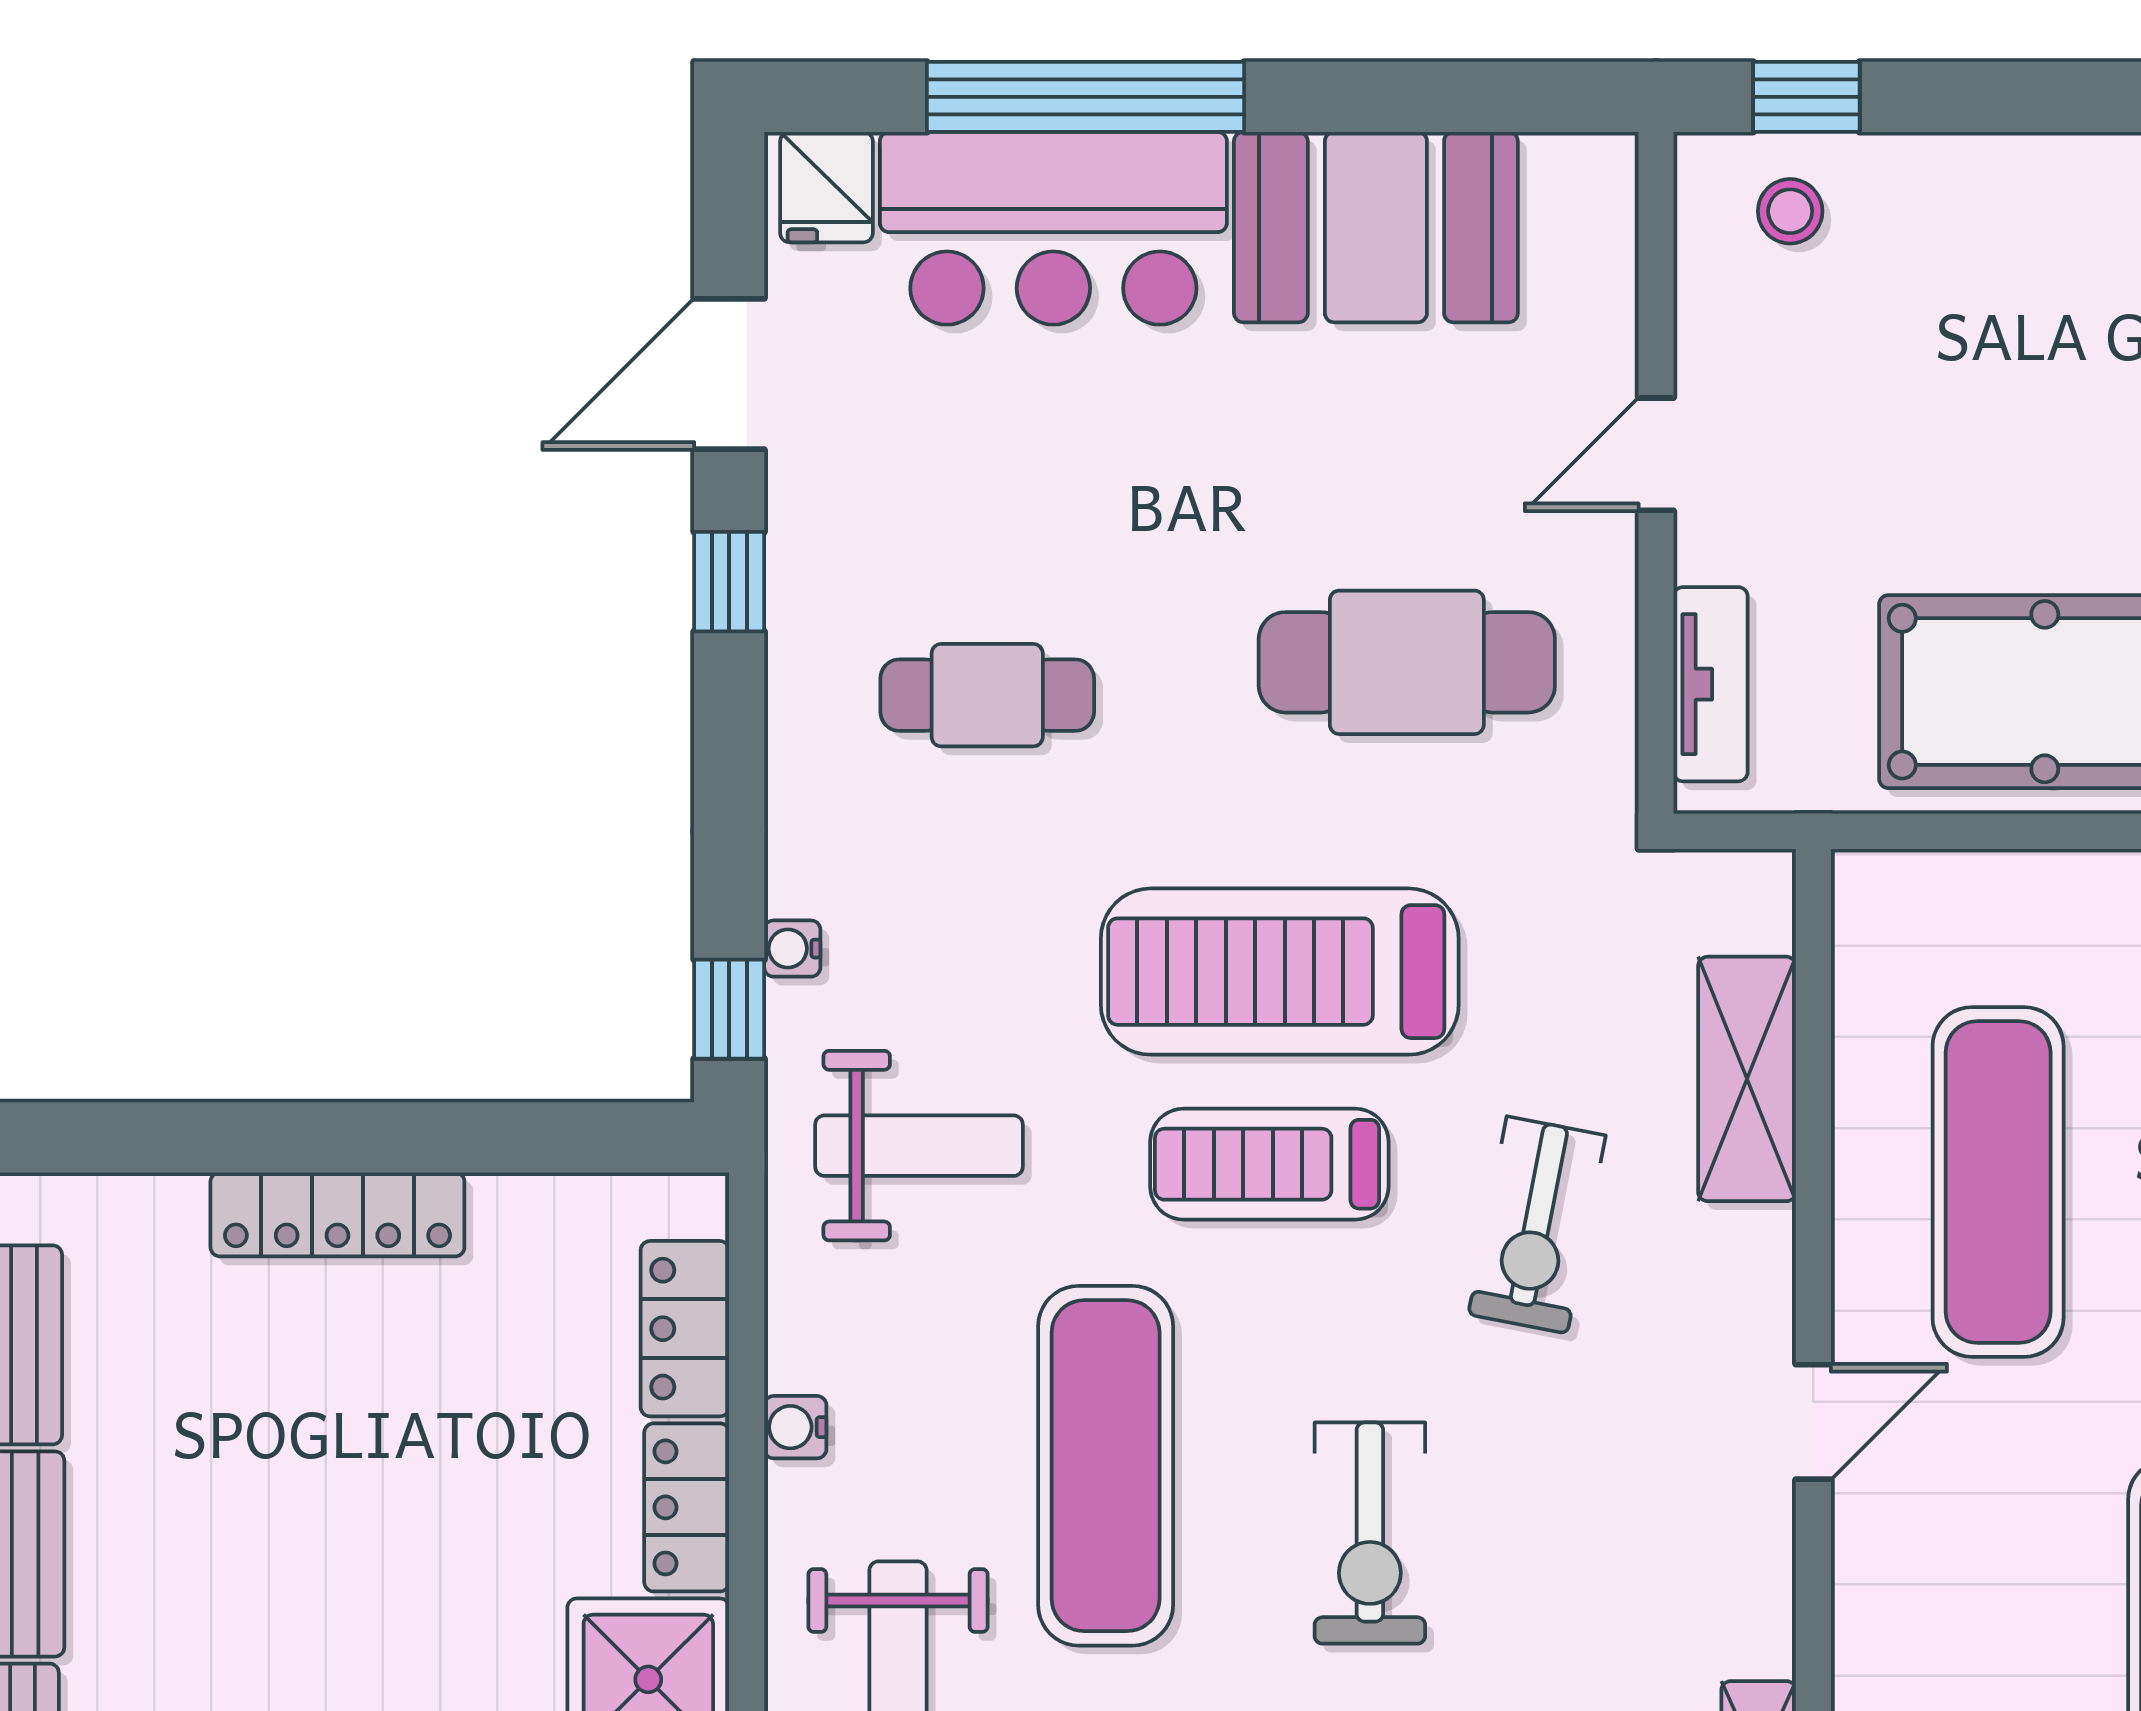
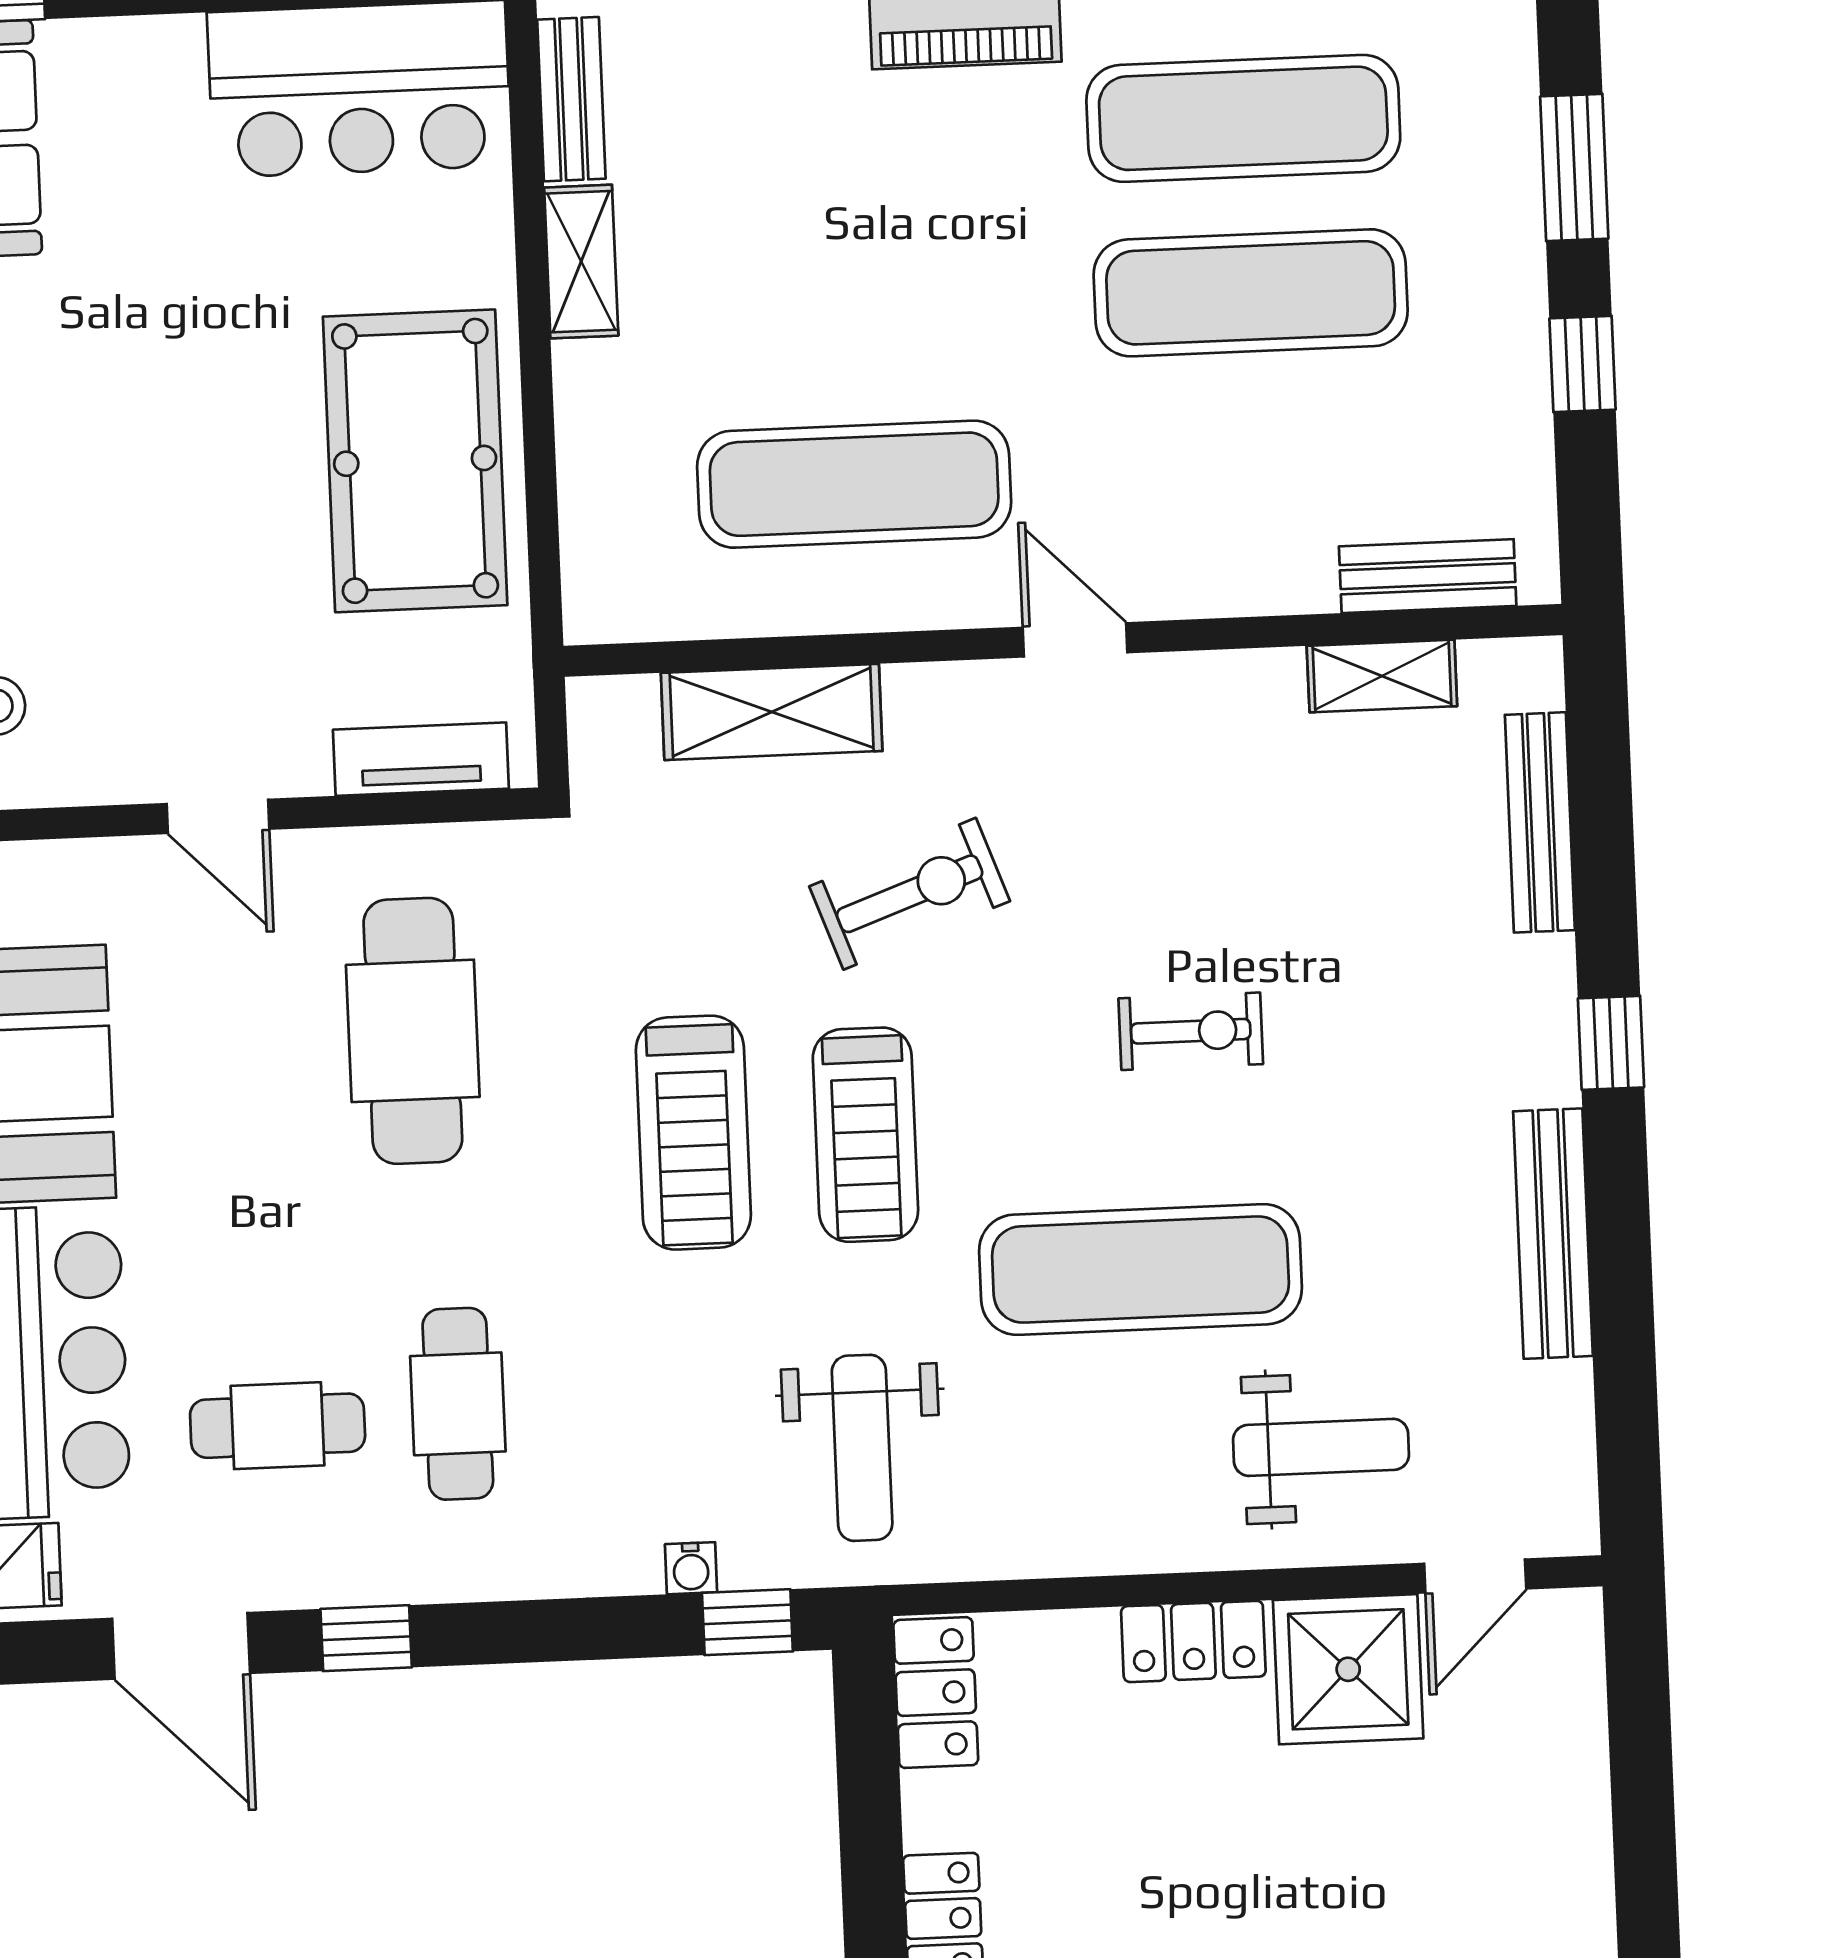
cafe table: (971, 492) -> (278, 1426), added
treadmill: (1280, 972) -> (693, 1133), width x0.73, depth x0.73
weight bench: (919, 1146) -> (862, 1448), turned 180
exercise bike: (1537, 1225) -> (910, 894), turned -31
locker: (685, 1329) -> (936, 1693), moved, turned -90
water cooler: (795, 1427) -> (1118, 1548), removed
exercise bike: (1370, 1533) -> (1191, 1031), width x0.73, depth x0.72

